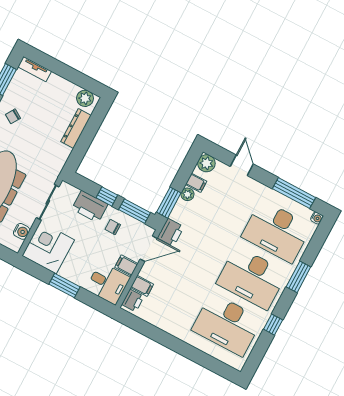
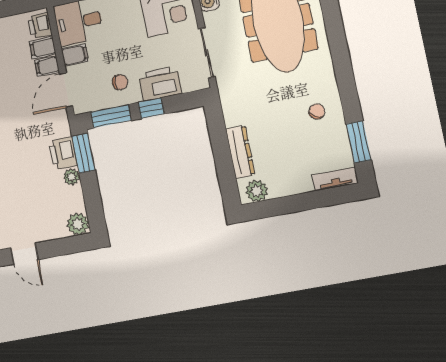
door: (242, 165) -> (24, 254), moved
filing cabinet: (196, 183) -> (47, 66), moved
printer: (171, 232) -> (63, 153), moved

